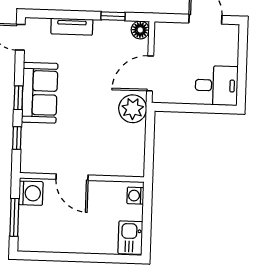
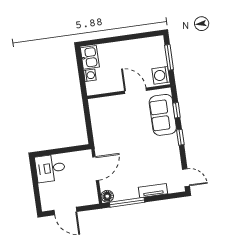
window: (113, 16) -> (127, 202), width x2.17
sofa: (40, 93) -> (163, 115), moved
plant: (133, 109) -> (103, 143), removed
washing machine: (135, 196) -> (90, 75), moved

